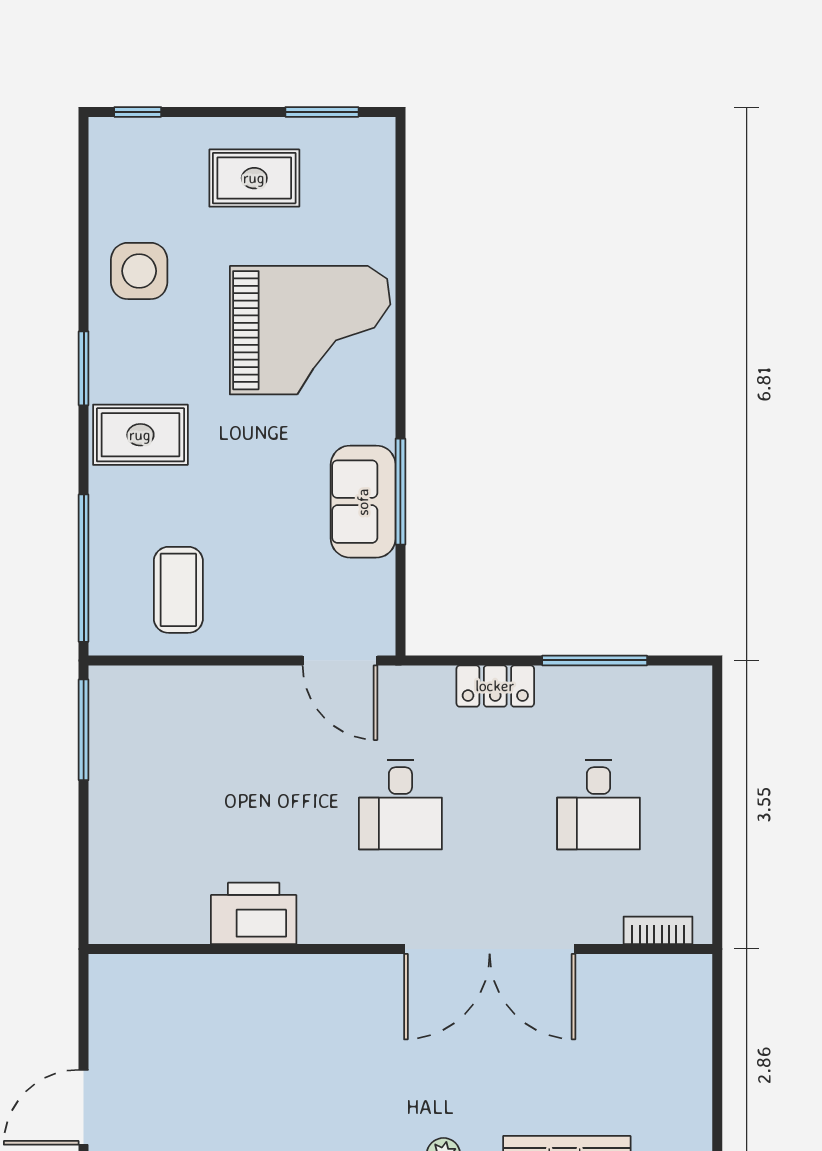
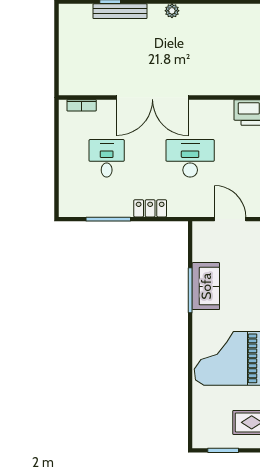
door: (340, 660) -> (230, 219), moved
desk: (400, 805) -> (190, 158), width x1.37
double door: (490, 949) -> (152, 98), swing flipped

